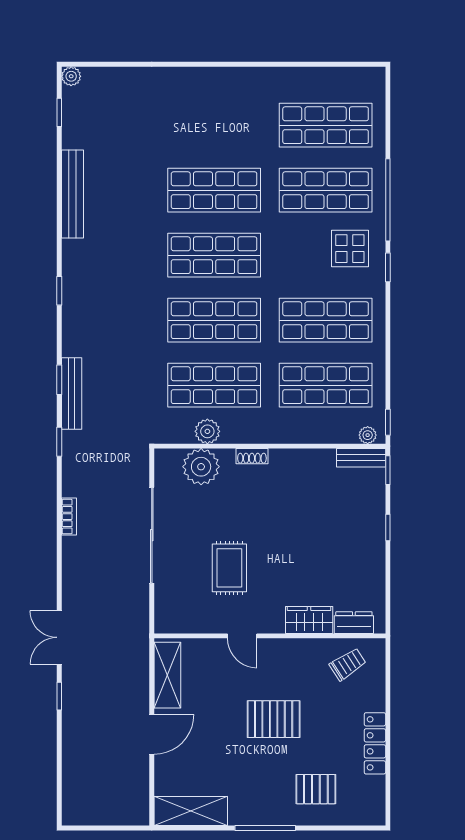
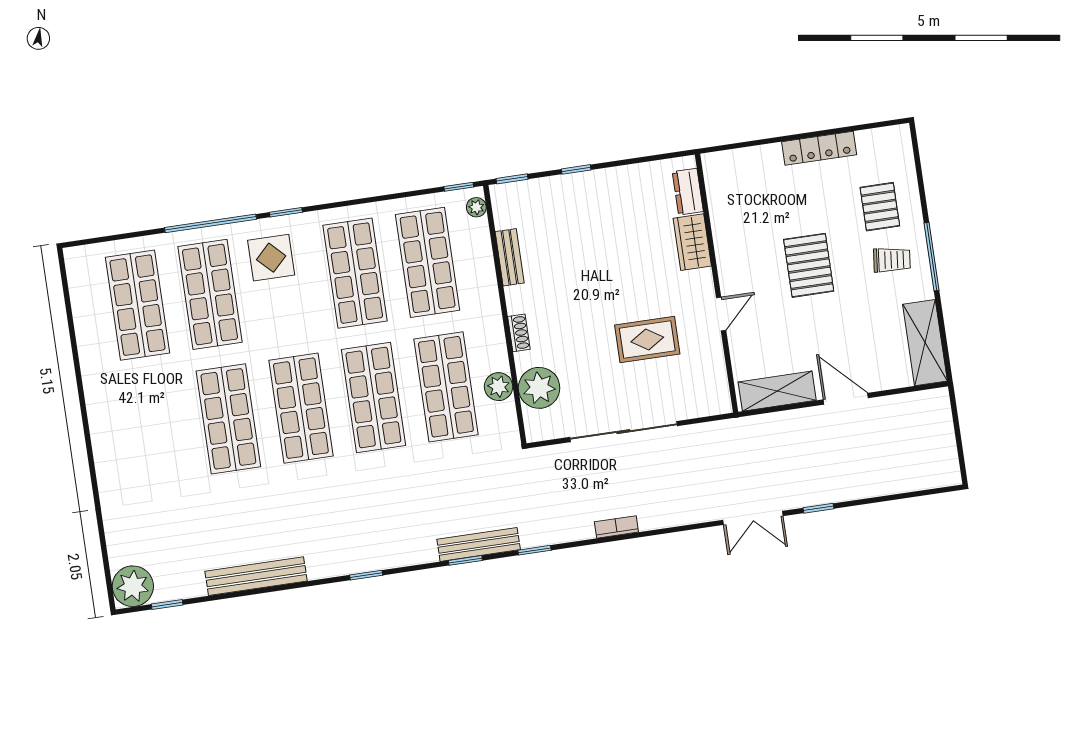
plant: (71, 76) -> (133, 586), width x1.87, depth x1.87
bench: (361, 458) -> (510, 257), moved
trolley: (348, 664) -> (892, 260), moved, turned 129

